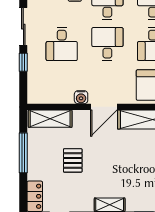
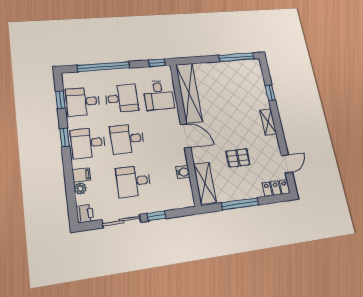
desk: (62, 44) -> (133, 181), turned 180
water cooler: (81, 97) -> (183, 172), moved

